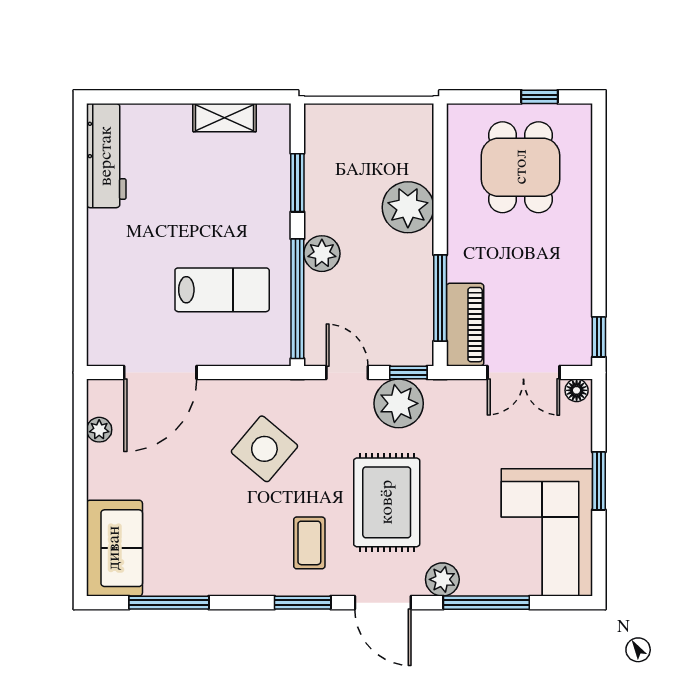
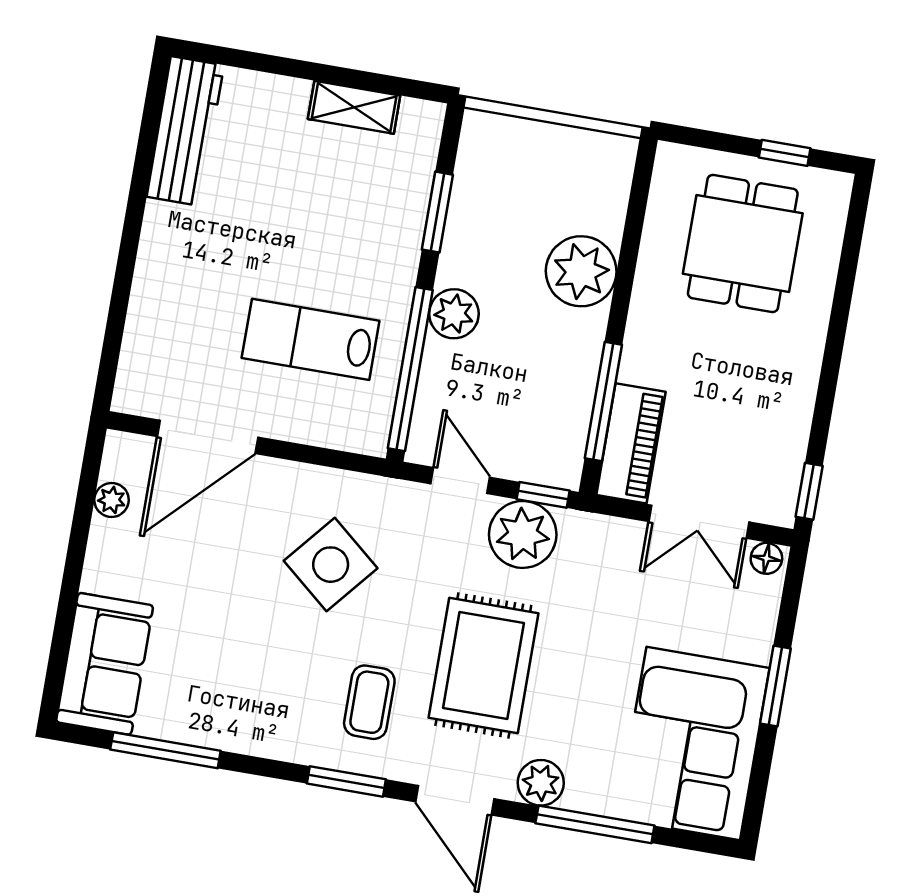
lab bench: (222, 290) -> (311, 339), turned 180

